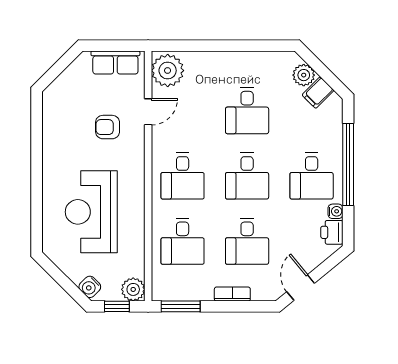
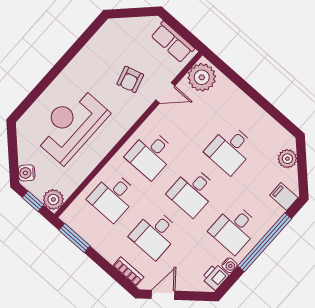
filing cabinet: (318, 93) -> (284, 197), moved, turned 45
armchair: (108, 127) -> (130, 79), turned -106
bookcase: (232, 294) -> (128, 272), moved

